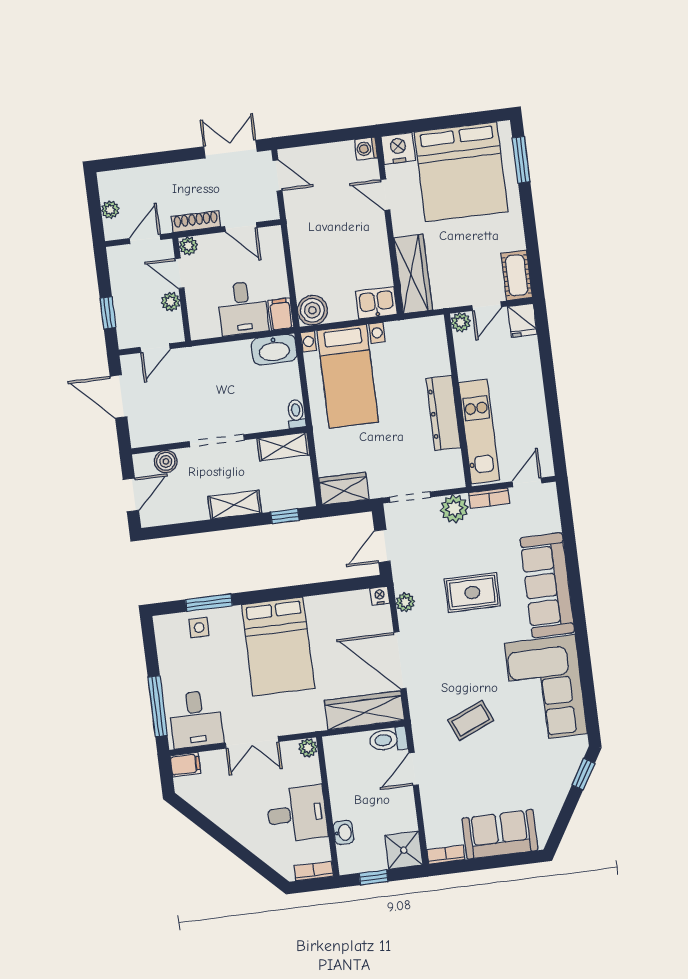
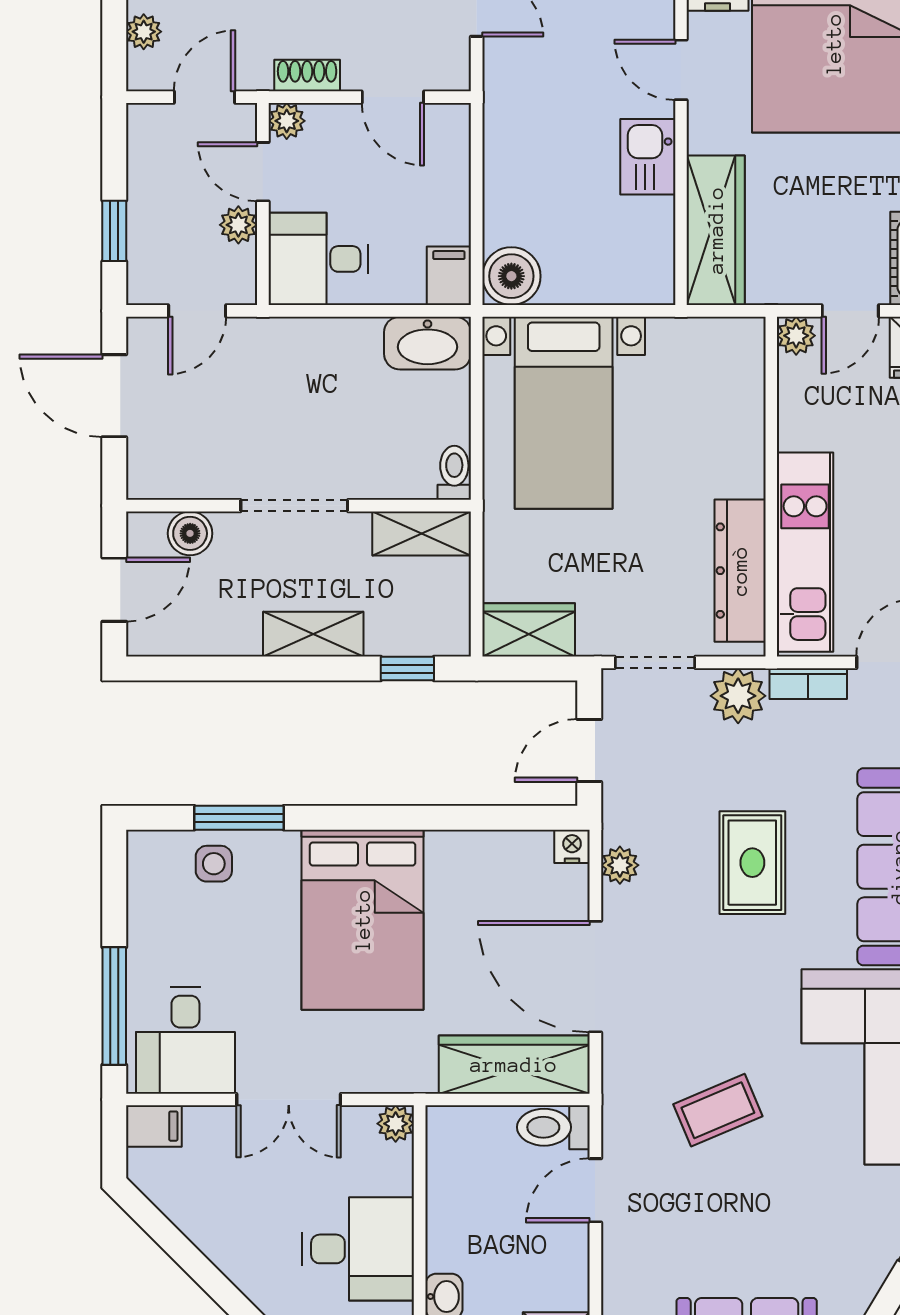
shoe rack: (196, 221) -> (307, 75), width x0.70
kitchen sink: (376, 303) -> (648, 157), moved, turned -90
desk: (243, 308) -> (318, 259), moved, turned 90
dresser: (443, 413) -> (740, 571), moved
rug: (472, 593) -> (752, 863), turned 90

